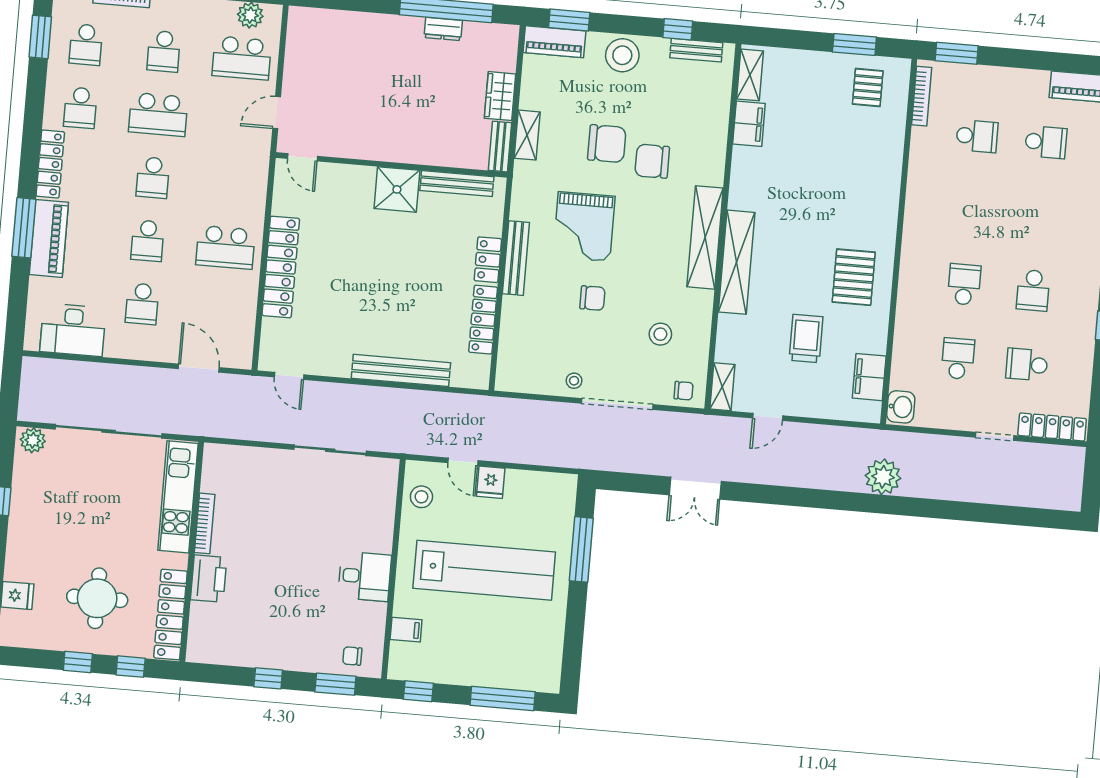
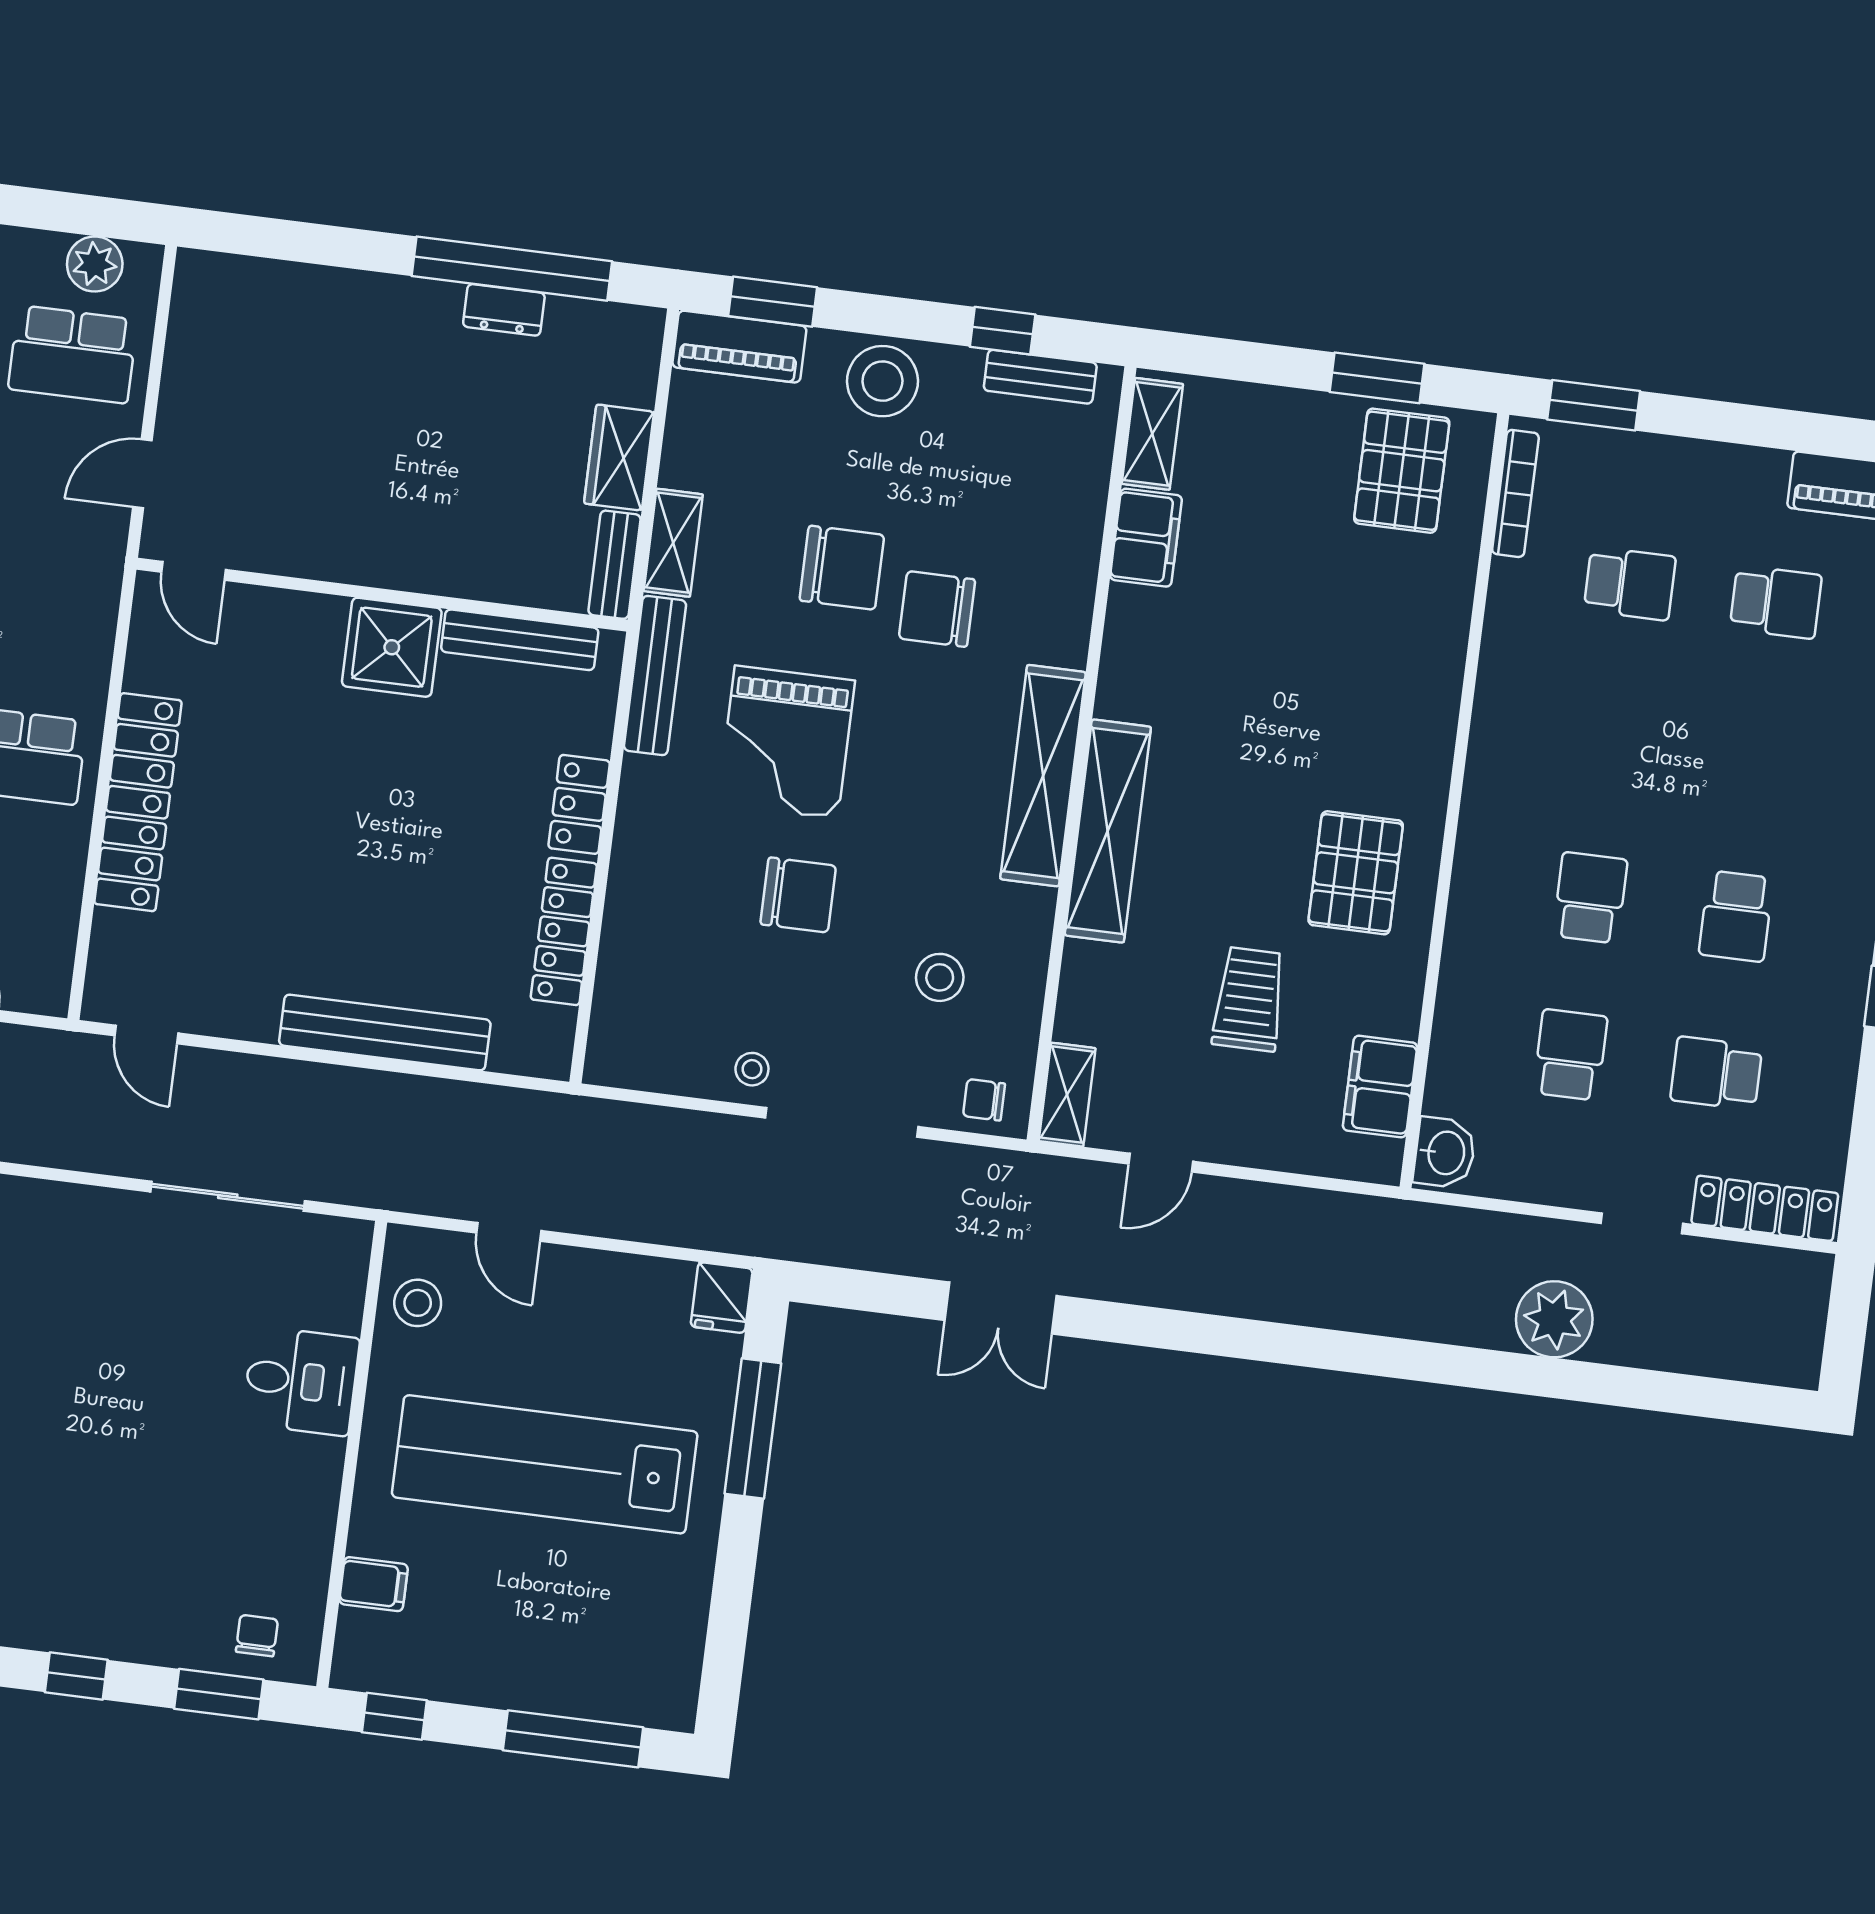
pallet: (868, 88) -> (1402, 471), width x1.50, depth x1.42
bench: (516, 258) -> (655, 676), moved
chair: (592, 298) -> (798, 895), width x1.37, depth x1.37
chair: (684, 391) -> (984, 1100), turned 180
plant: (883, 477) -> (1554, 1319), moved
fridge: (491, 482) -> (722, 1298), moved
lab bench: (484, 570) -> (545, 1464), turned 180
desk: (365, 576) -> (301, 1381), moved
chair: (352, 656) -> (257, 1636), turned 90

